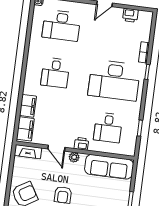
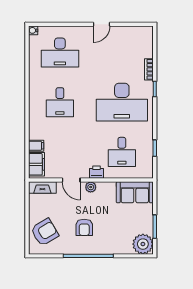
printer: (130, 15) -> (130, 33), removed
filing cabinet: (28, 106) -> (36, 146), width x0.50
sofa: (109, 167) -> (135, 192), width x0.73

